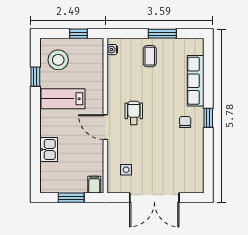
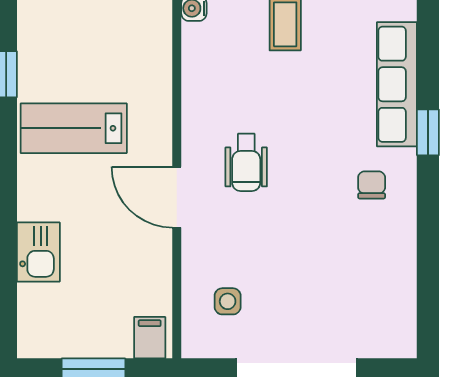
stool: (58, 60) -> (62, 33), removed
wheelchair: (134, 113) -> (246, 162), turned 180
window: (208, 118) -> (428, 132), moved

